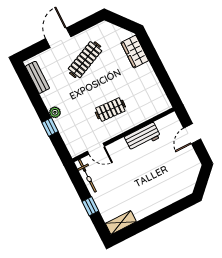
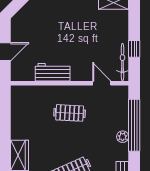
window: (50, 127) -> (134, 125), width x3.17
window: (90, 206) -> (134, 49), moved

